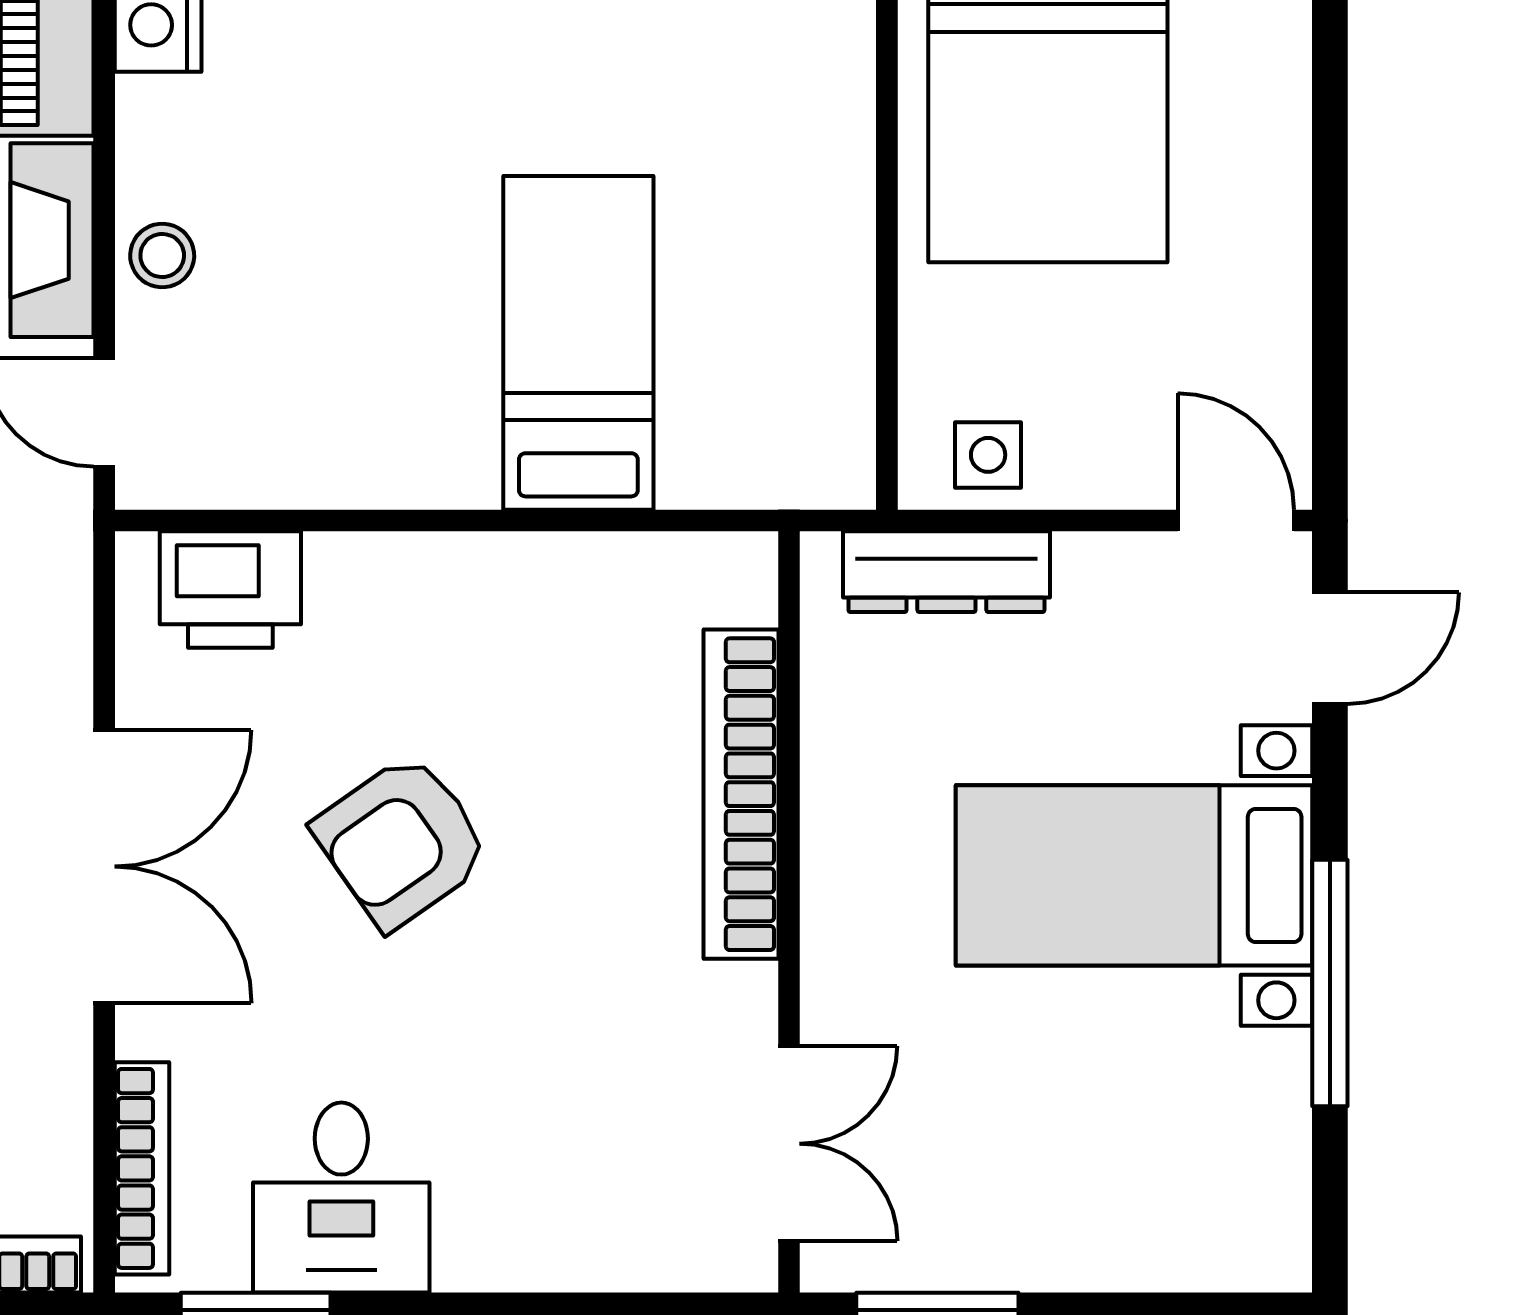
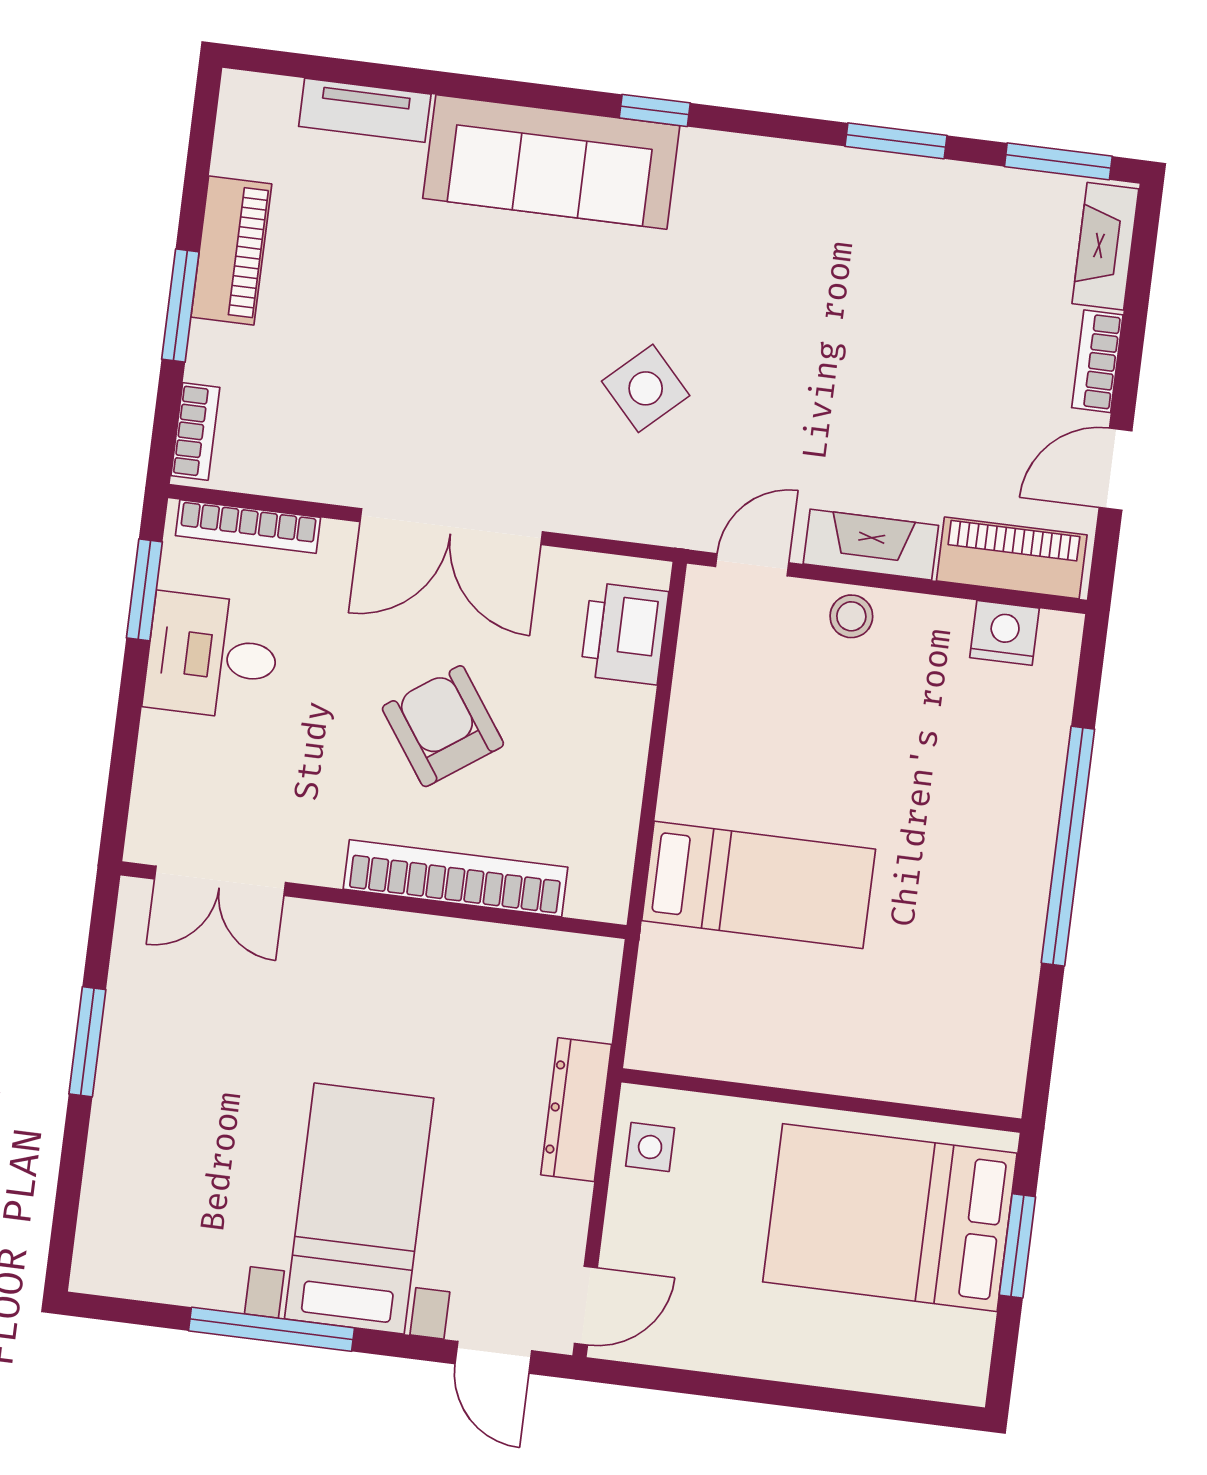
bookcase: (741, 794) -> (456, 878), moved
wall: (789, 912) -> (374, 900), moved
double door: (789, 1144) -> (220, 881), moved

